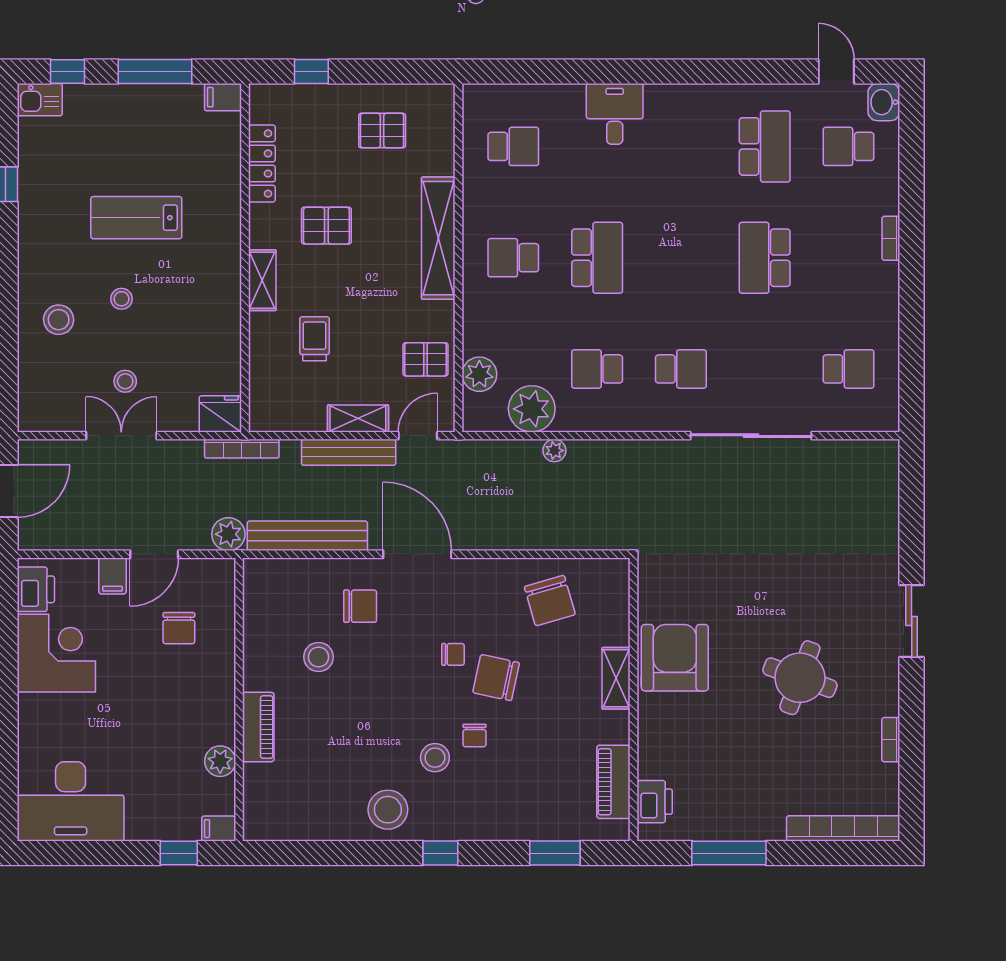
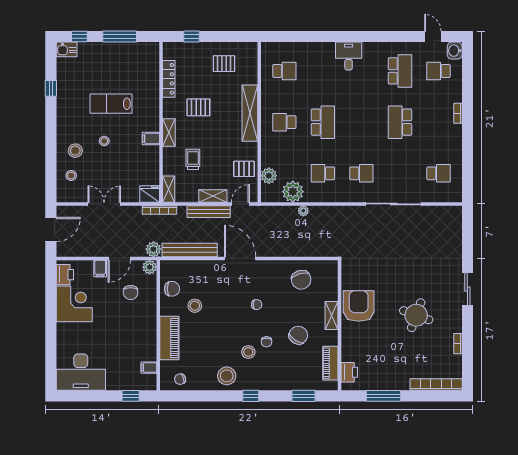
filing cabinet: (223, 97) -> (151, 139), moved
desk: (615, 114) -> (349, 56), moved
stool: (125, 381) -> (71, 176), moved
shelving: (261, 403) -> (169, 189), added
chair: (360, 606) -> (172, 289), moved
chair: (496, 678) -> (298, 335), moved, turned 111
piano: (258, 727) -> (169, 338), width x1.37, depth x1.33
plant: (220, 761) -> (150, 267), moved
chair: (287, 817) -> (180, 379), added
filing cabinet: (219, 829) -> (149, 368), moved

